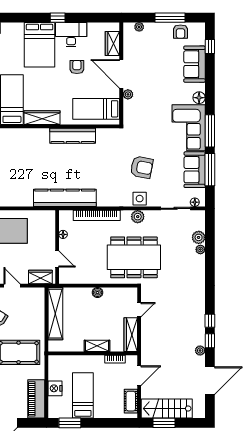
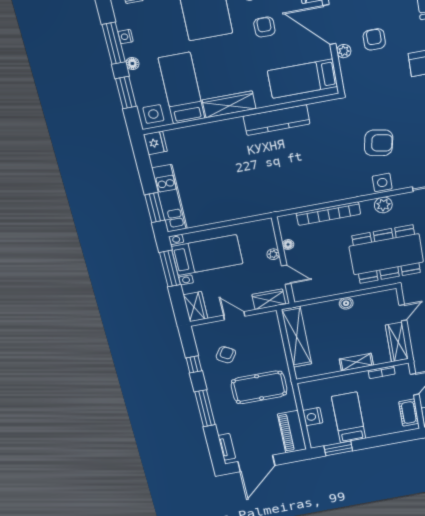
armchair: (150, 90) -> (374, 39), added
kitchen counter: (65, 198) -> (281, 200), removed
plant: (51, 240) -> (273, 254), added

